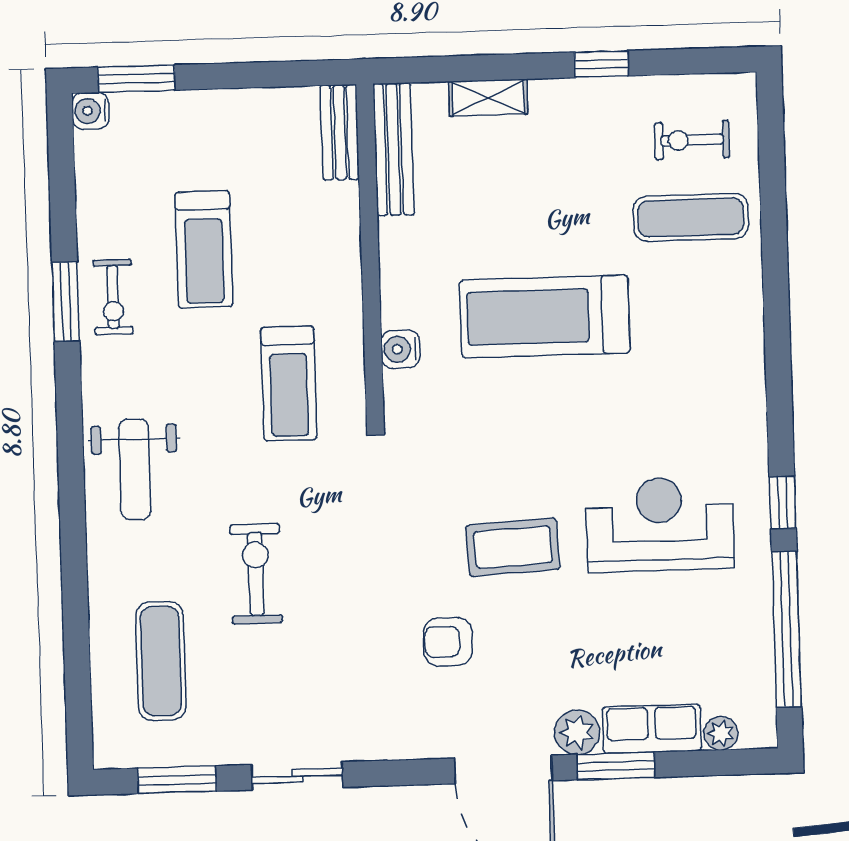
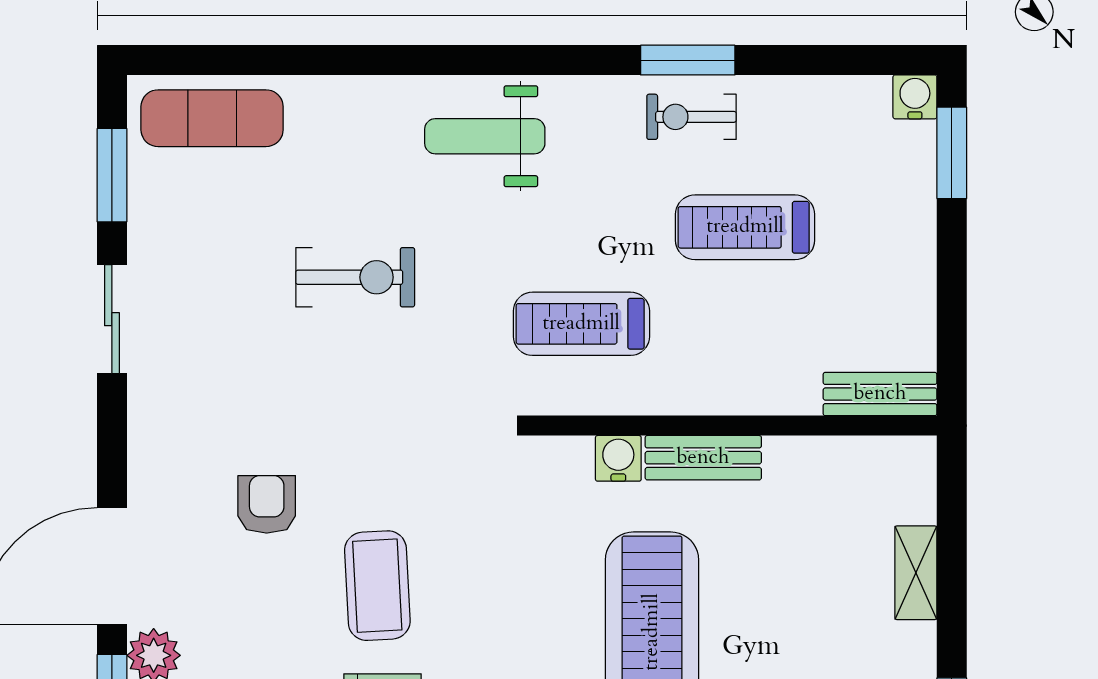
bench: (393, 149) -> (703, 458), moved, width x0.73
exercise mat: (161, 661) -> (212, 118), moved

